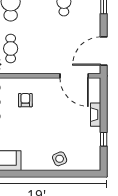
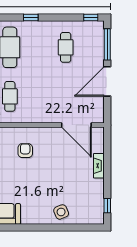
door: (104, 51) -> (107, 81), moved
window: (104, 139) -> (107, 206), moved

